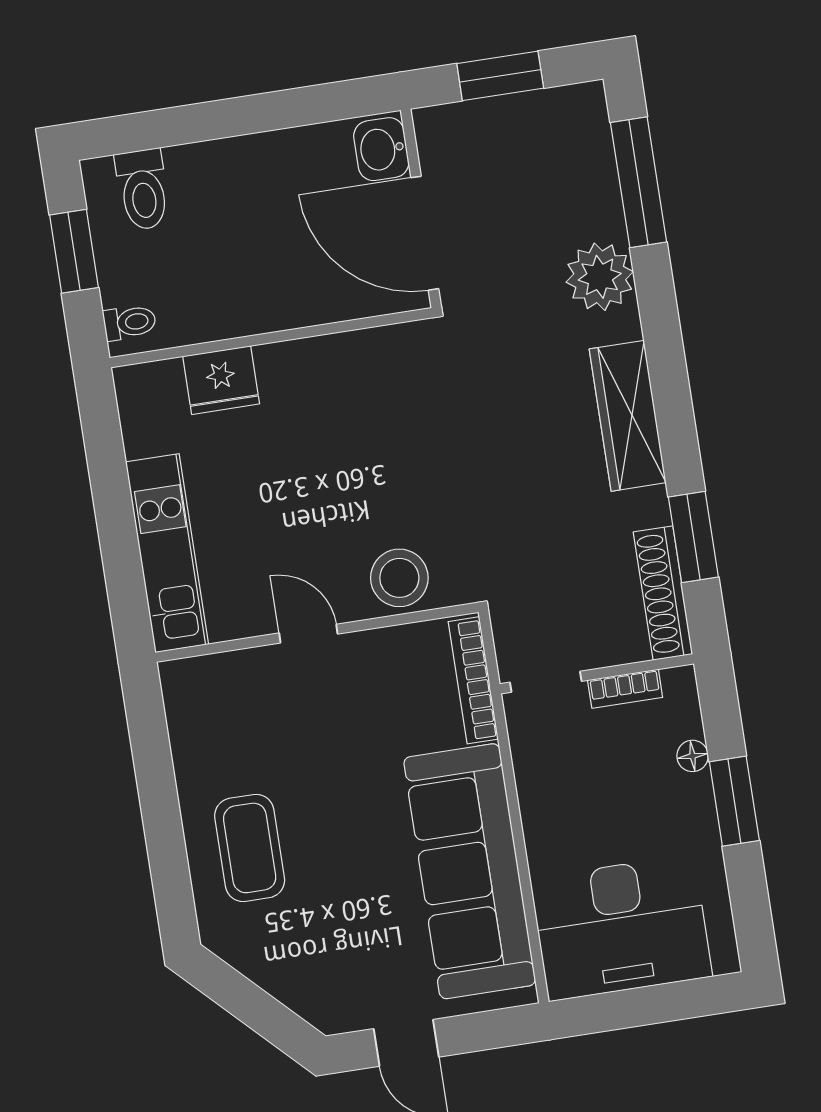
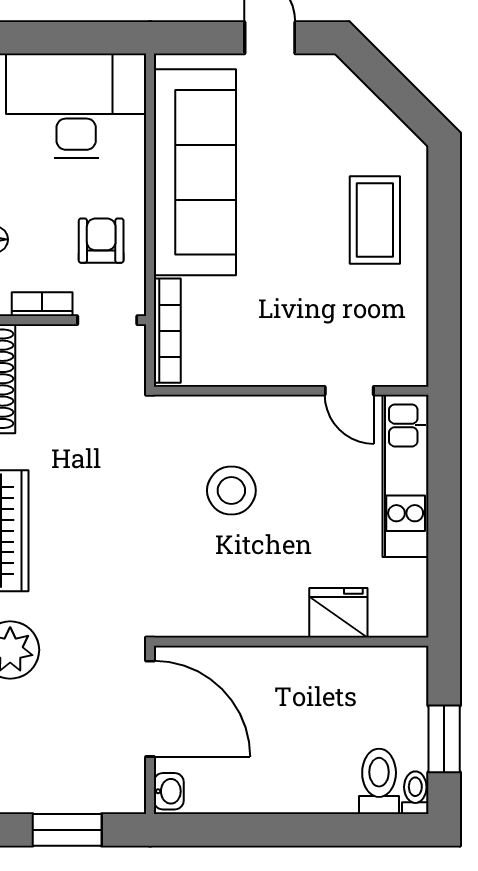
washbasin: (381, 149) -> (169, 791), width x0.72, depth x0.69
toilet: (130, 322) -> (415, 793), moved, turned 90
stool: (399, 578) -> (231, 490), moved
door: (308, 634) -> (349, 391), moved
armchair: (567, 774) -> (101, 241), added

